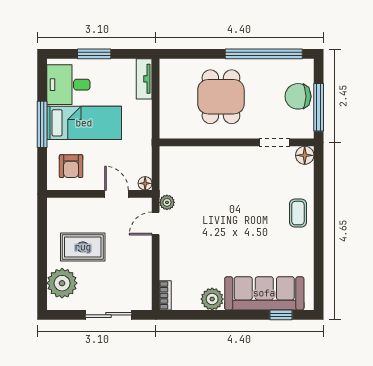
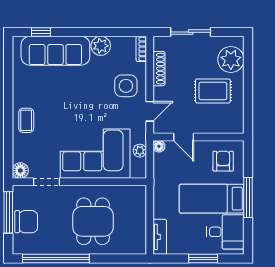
corner sofa: (219, 175) -> (95, 154), added
plant: (167, 202) -> (140, 151), moved
side table: (183, 253) -> (126, 86), added
shoe rack: (145, 273) -> (159, 69), added

